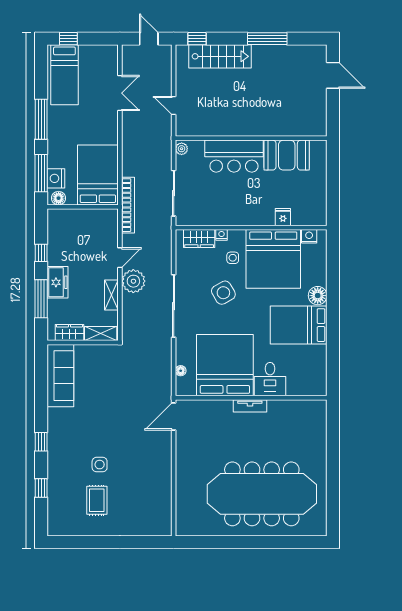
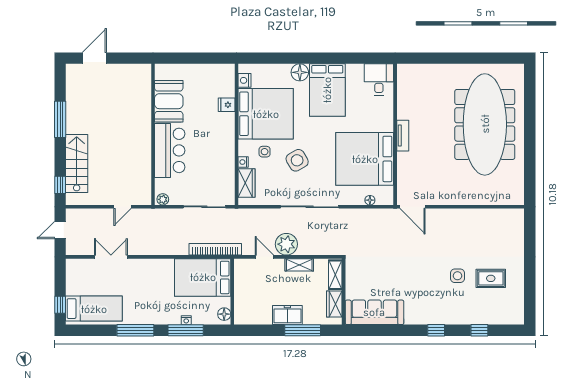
bed: (98, 175) -> (203, 277), moved
nightstand: (56, 178) -> (186, 320), width x0.53, depth x0.56
floor lamp: (59, 198) -> (224, 314), moved
wall: (83, 207) -> (232, 292), moved
window: (41, 253) -> (260, 330), removed
desk: (270, 379) -> (379, 79), moved, turned -90

